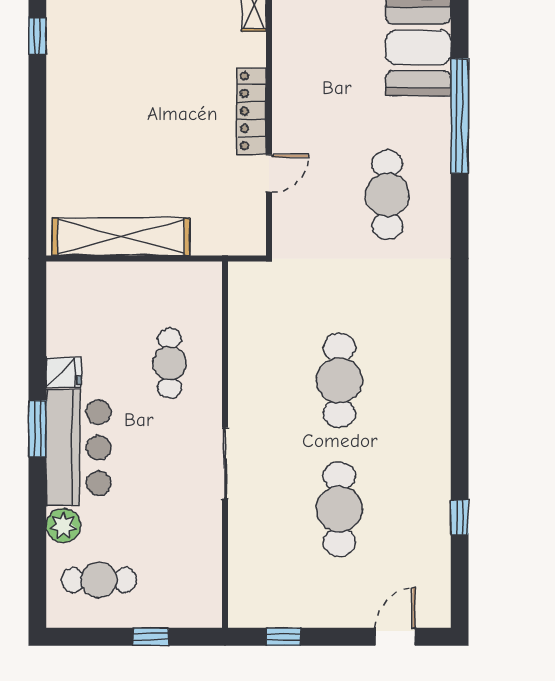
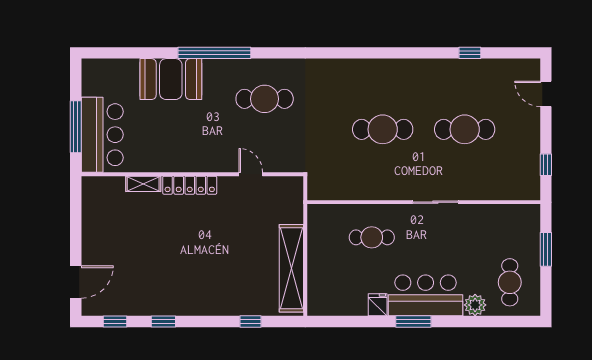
locker: (252, 111) -> (190, 185), moved
window: (37, 173) -> (250, 322), added
window: (151, 637) -> (546, 249), width x1.50

